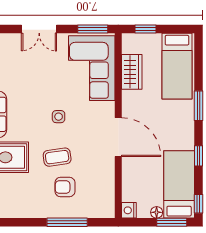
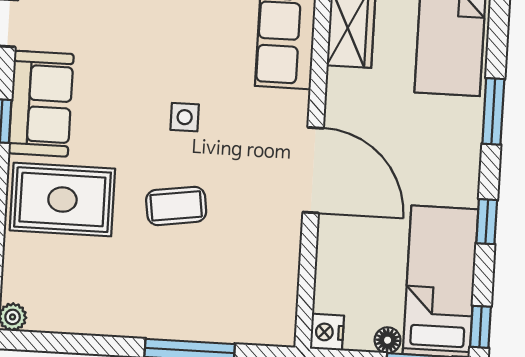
armchair: (65, 187) -> (190, 273), removed

